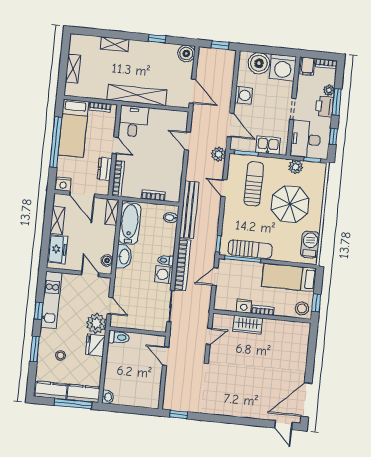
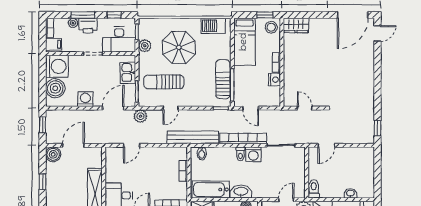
door: (192, 91) -> (73, 145), moved
wardrobe: (248, 325) -> (296, 25), moved, turned 90
washbasin: (108, 397) -> (350, 193), moved
door: (306, 400) -> (353, 15), hinge flipped

